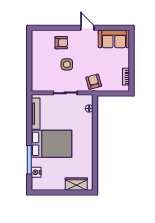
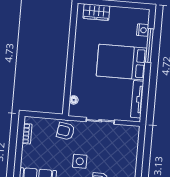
side table: (67, 64) -> (80, 161), moved
armchair: (94, 82) -> (66, 131), turned 114

